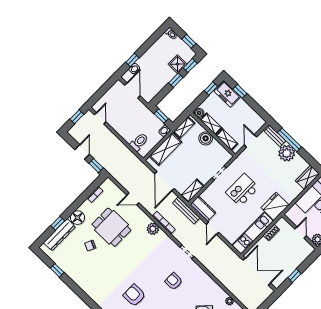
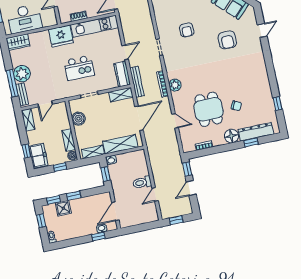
window: (211, 89) -> (60, 167), moved
door: (100, 118) -> (155, 195), moved
boiler: (206, 138) -> (79, 119), moved
shelving: (227, 140) -> (28, 120), moved
toilet: (139, 142) -> (142, 182), moved

